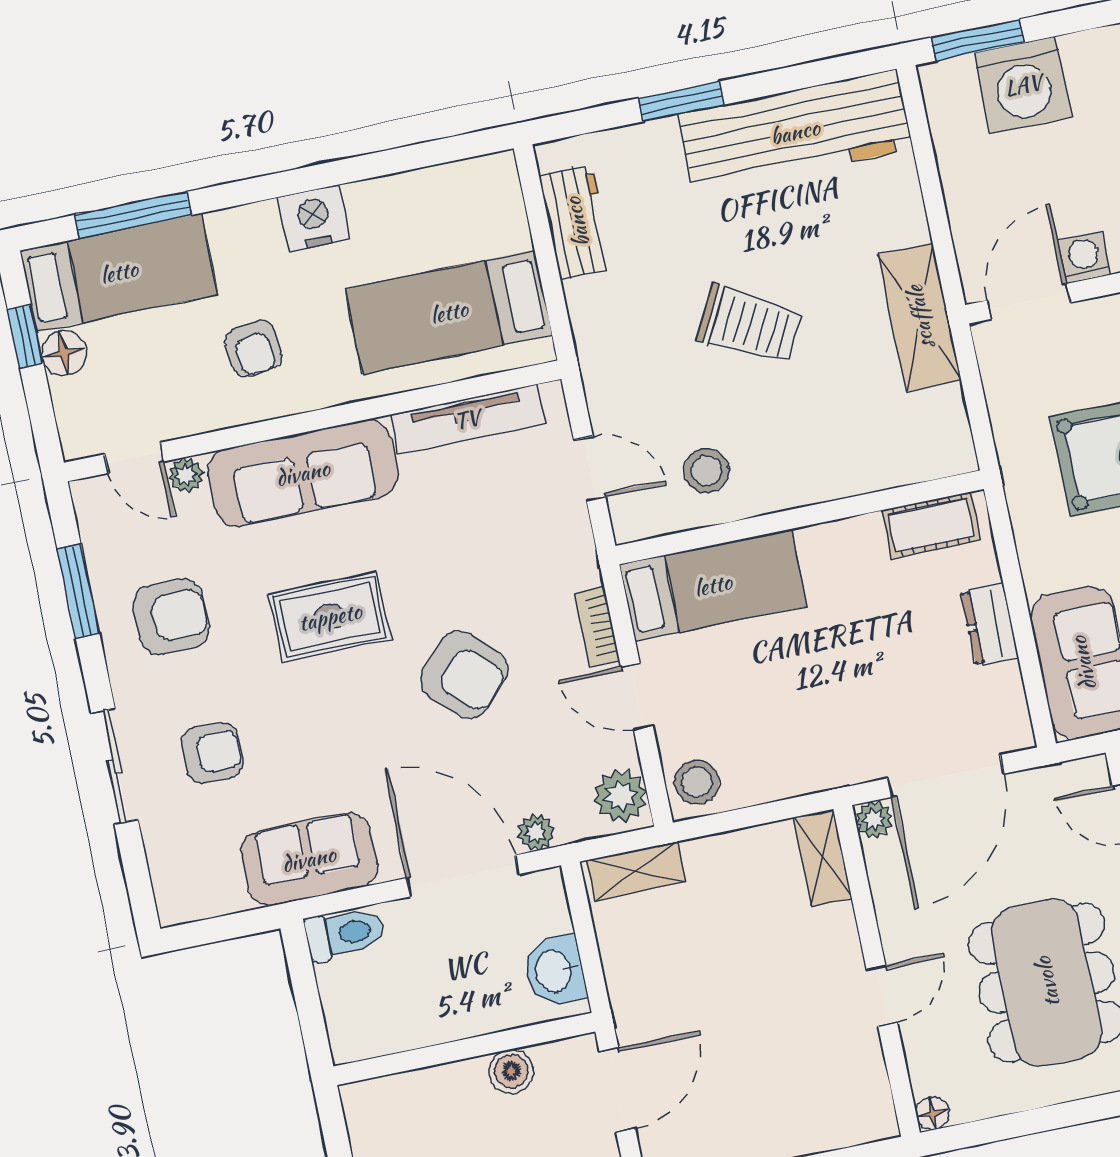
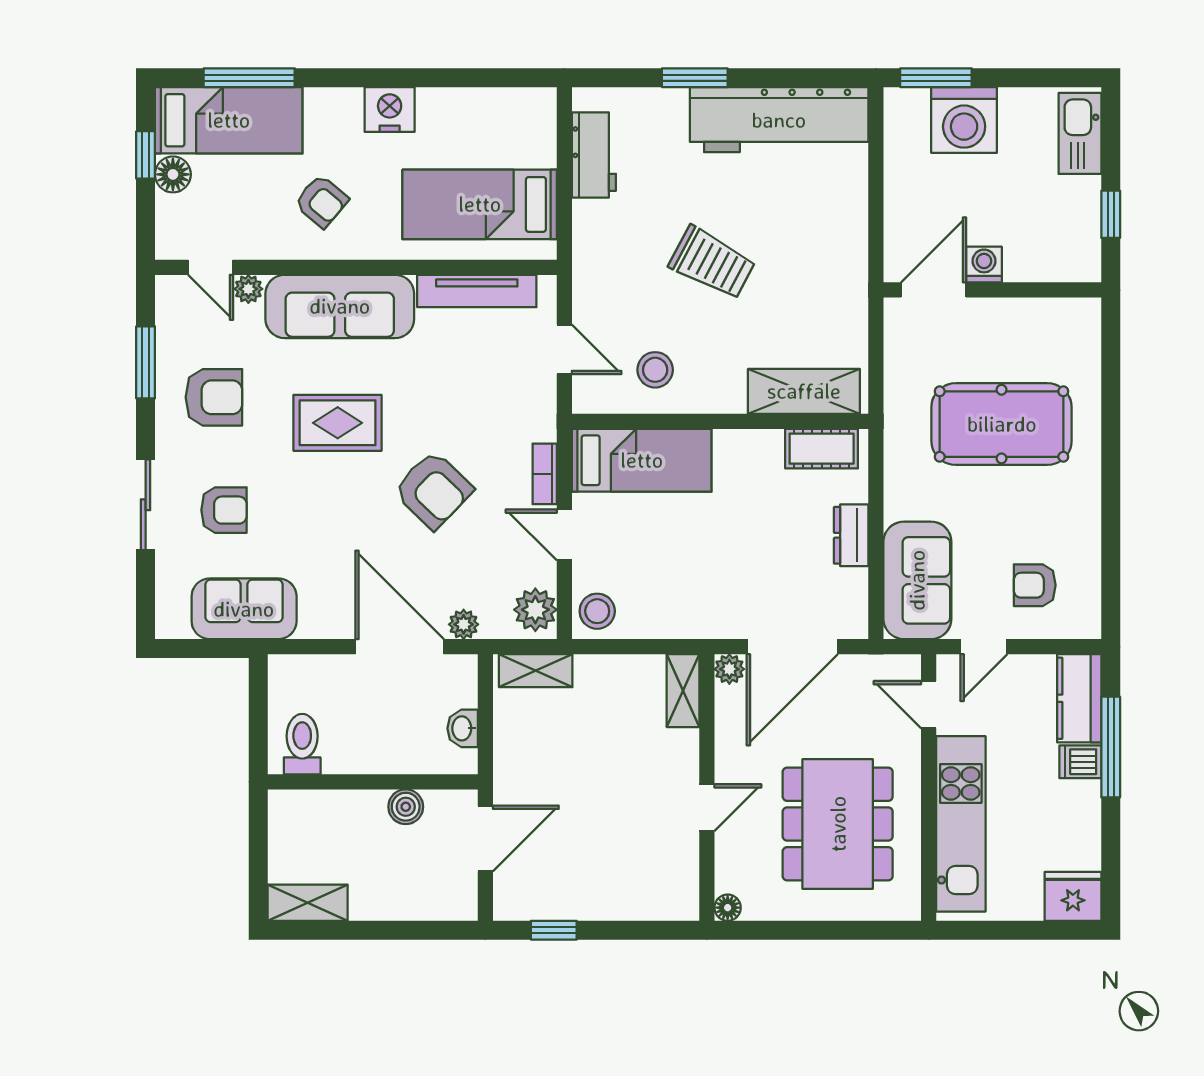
shelving: (920, 317) -> (804, 391), moved, turned 90
armchair: (253, 348) -> (321, 201), turned -43
sofa: (309, 859) -> (244, 609), moved
toilet: (344, 934) -> (302, 744), moved, turned -90
washbasin: (555, 971) -> (463, 728), width x0.72, depth x0.69

